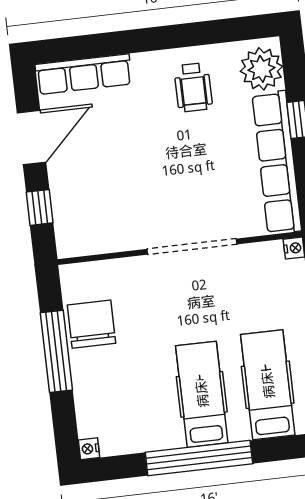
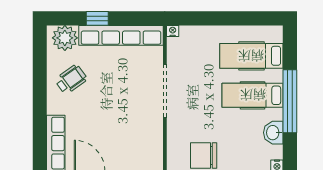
wheelchair: (193, 87) -> (71, 79), turned -36
washbasin: (143, 436) -> (273, 133), added

